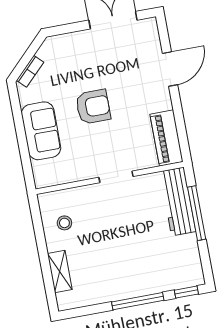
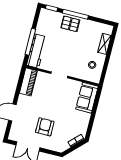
armchair: (93, 107) -> (45, 127), moved, turned 90
sofa: (41, 131) -> (87, 98), moved
pallet: (139, 279) -> (70, 24), added

